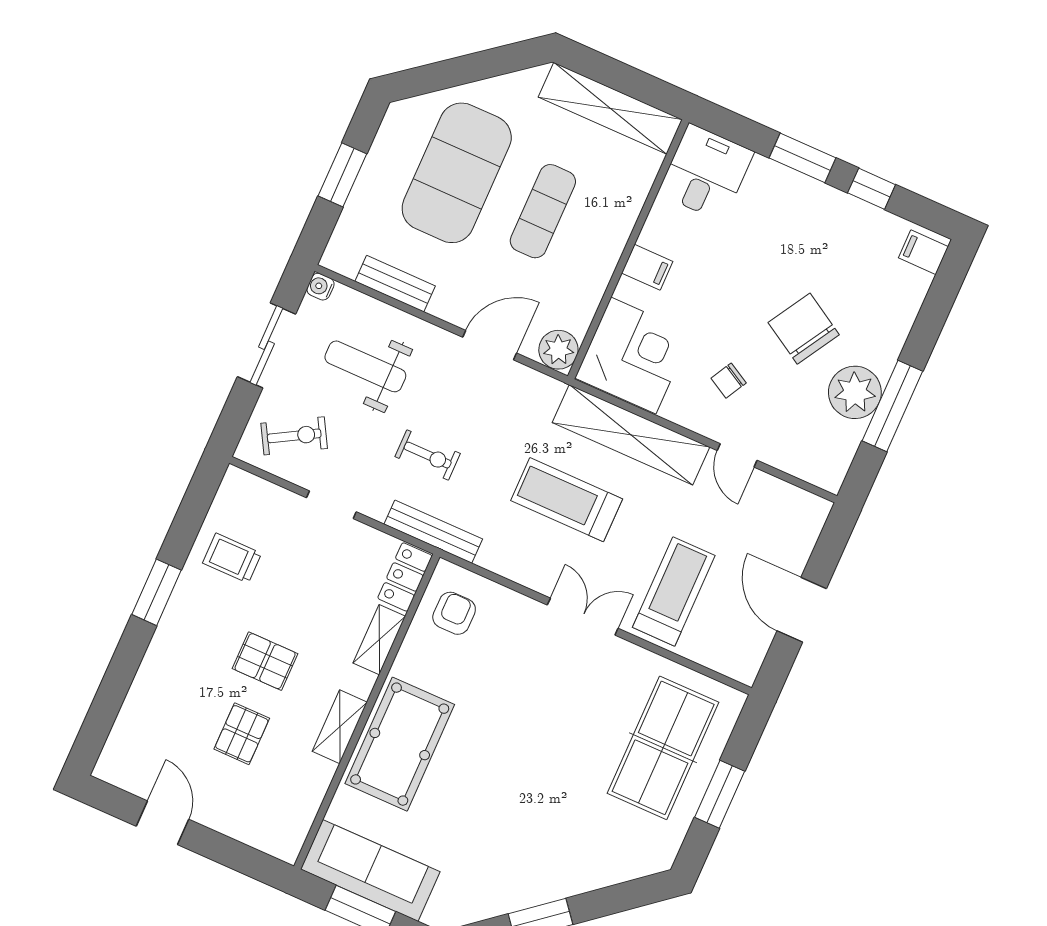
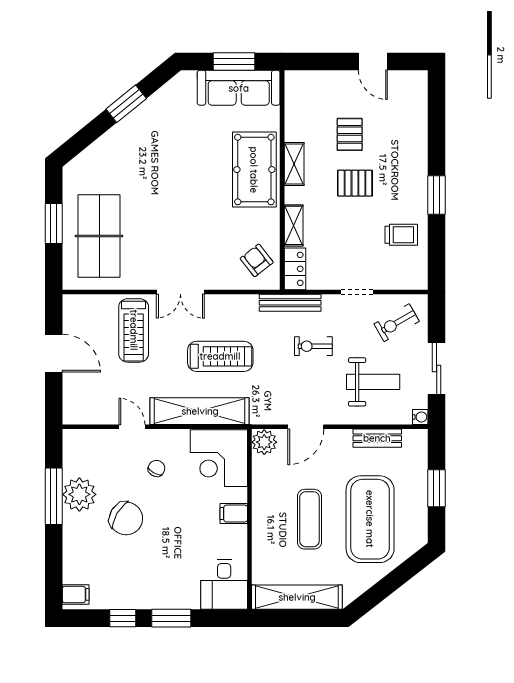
armchair: (454, 613) -> (257, 260), turned 142

